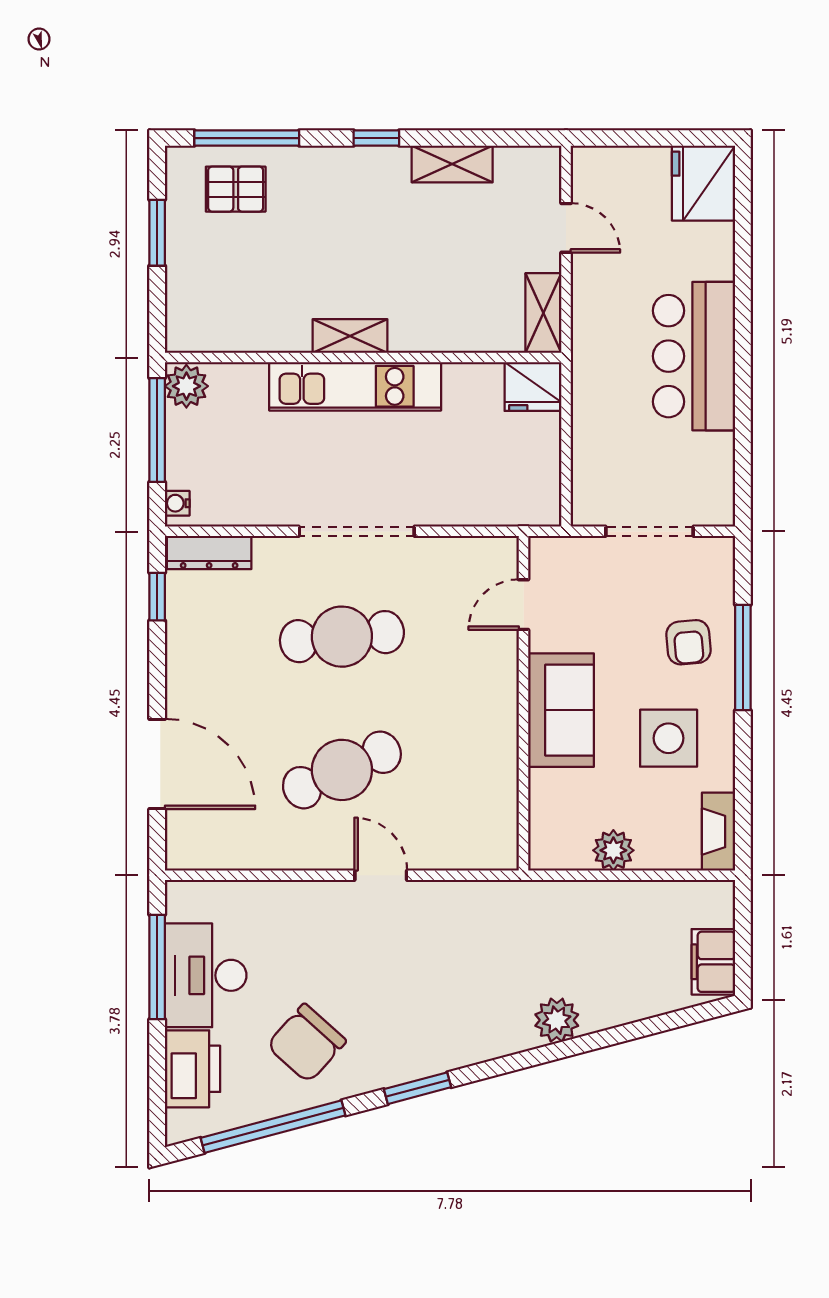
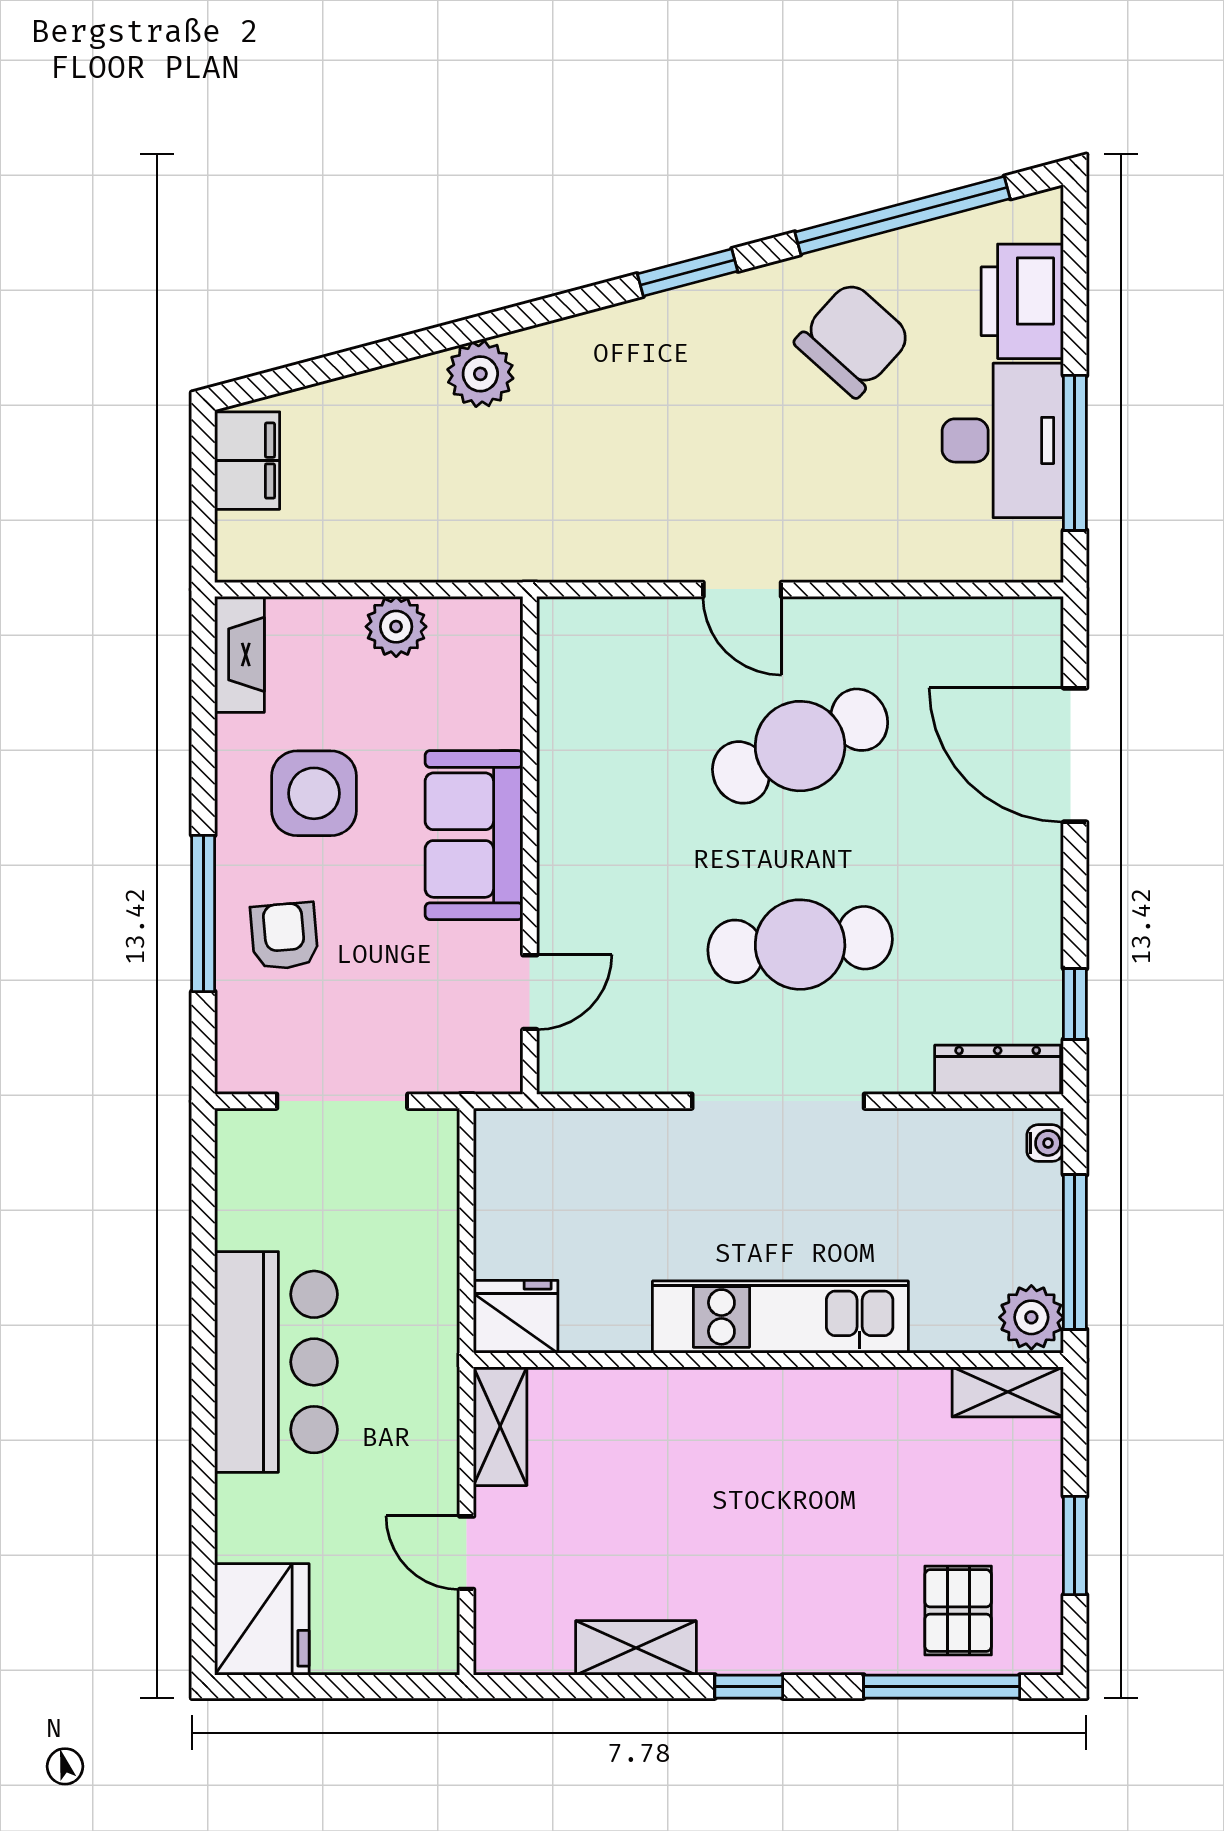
pallet: (236, 189) -> (958, 1611), turned 90
shelving: (350, 336) -> (1008, 1392), moved

